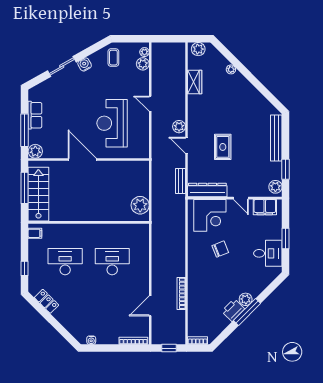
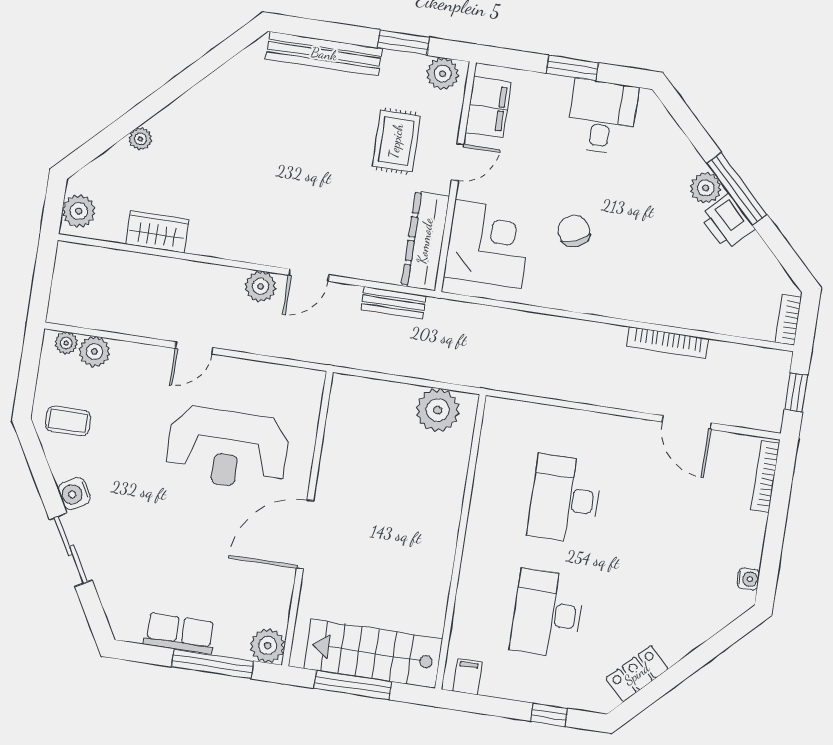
rug: (223, 147) -> (396, 141), moved, turned 90

